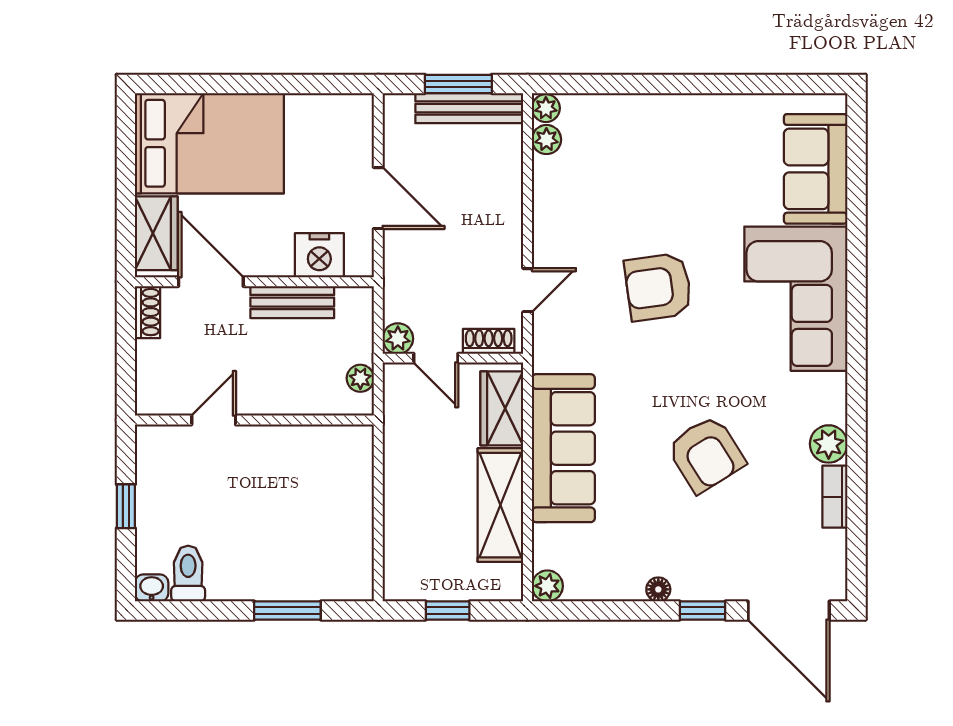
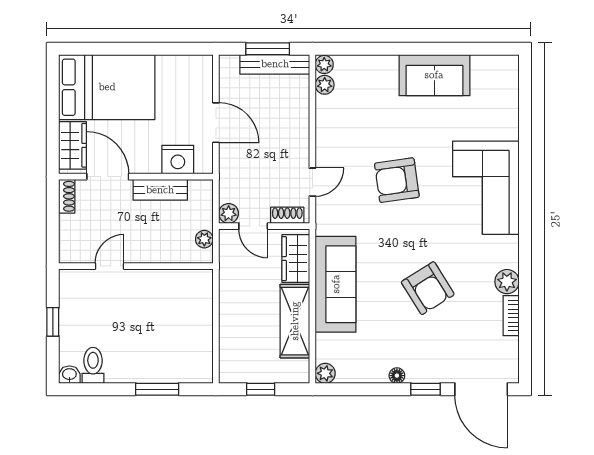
sofa: (816, 169) -> (434, 75), moved, turned -90

